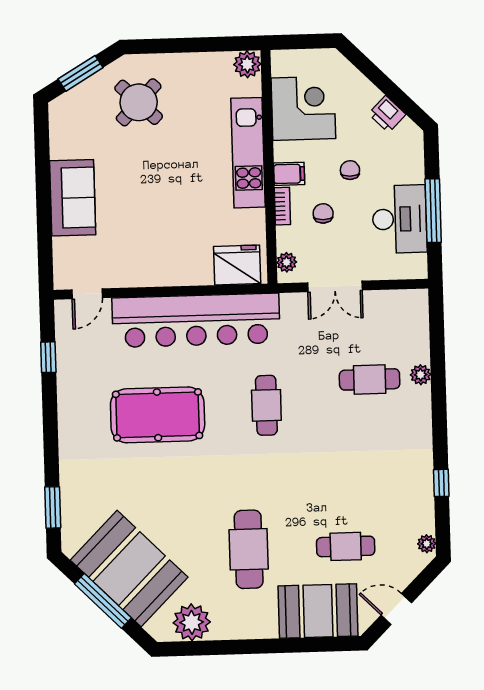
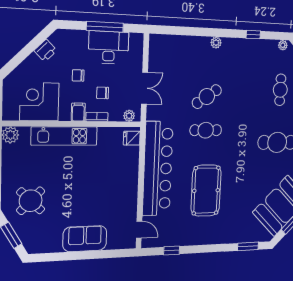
fridge: (237, 265) -> (132, 138), width x0.53, depth x0.75
plant: (421, 375) -> (216, 43), moved
cafe table: (370, 379) -> (207, 97), moved, turned 56

